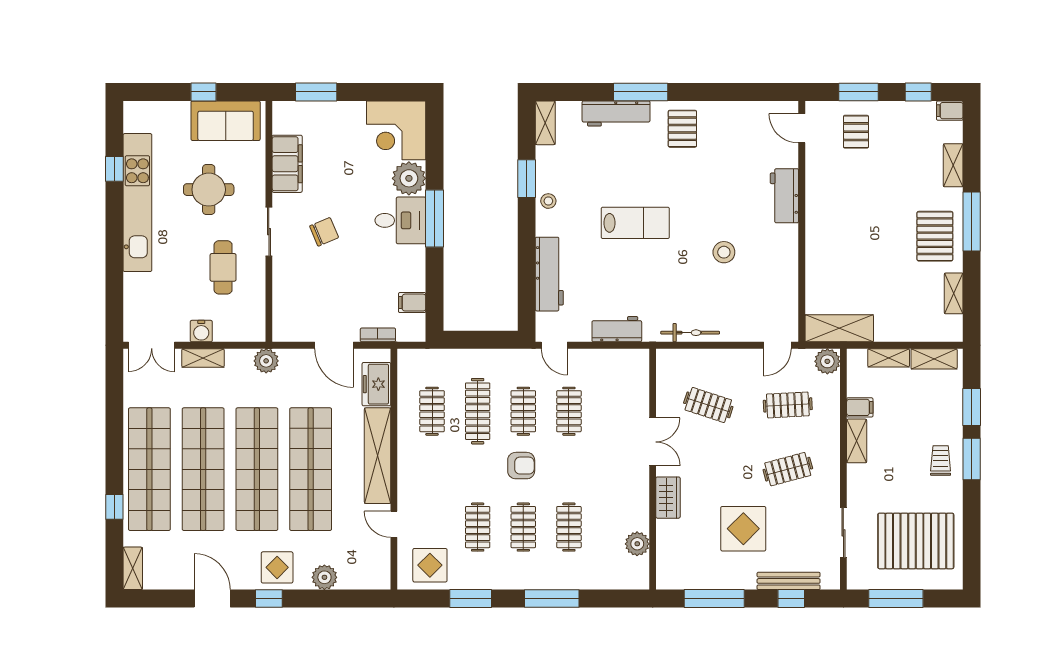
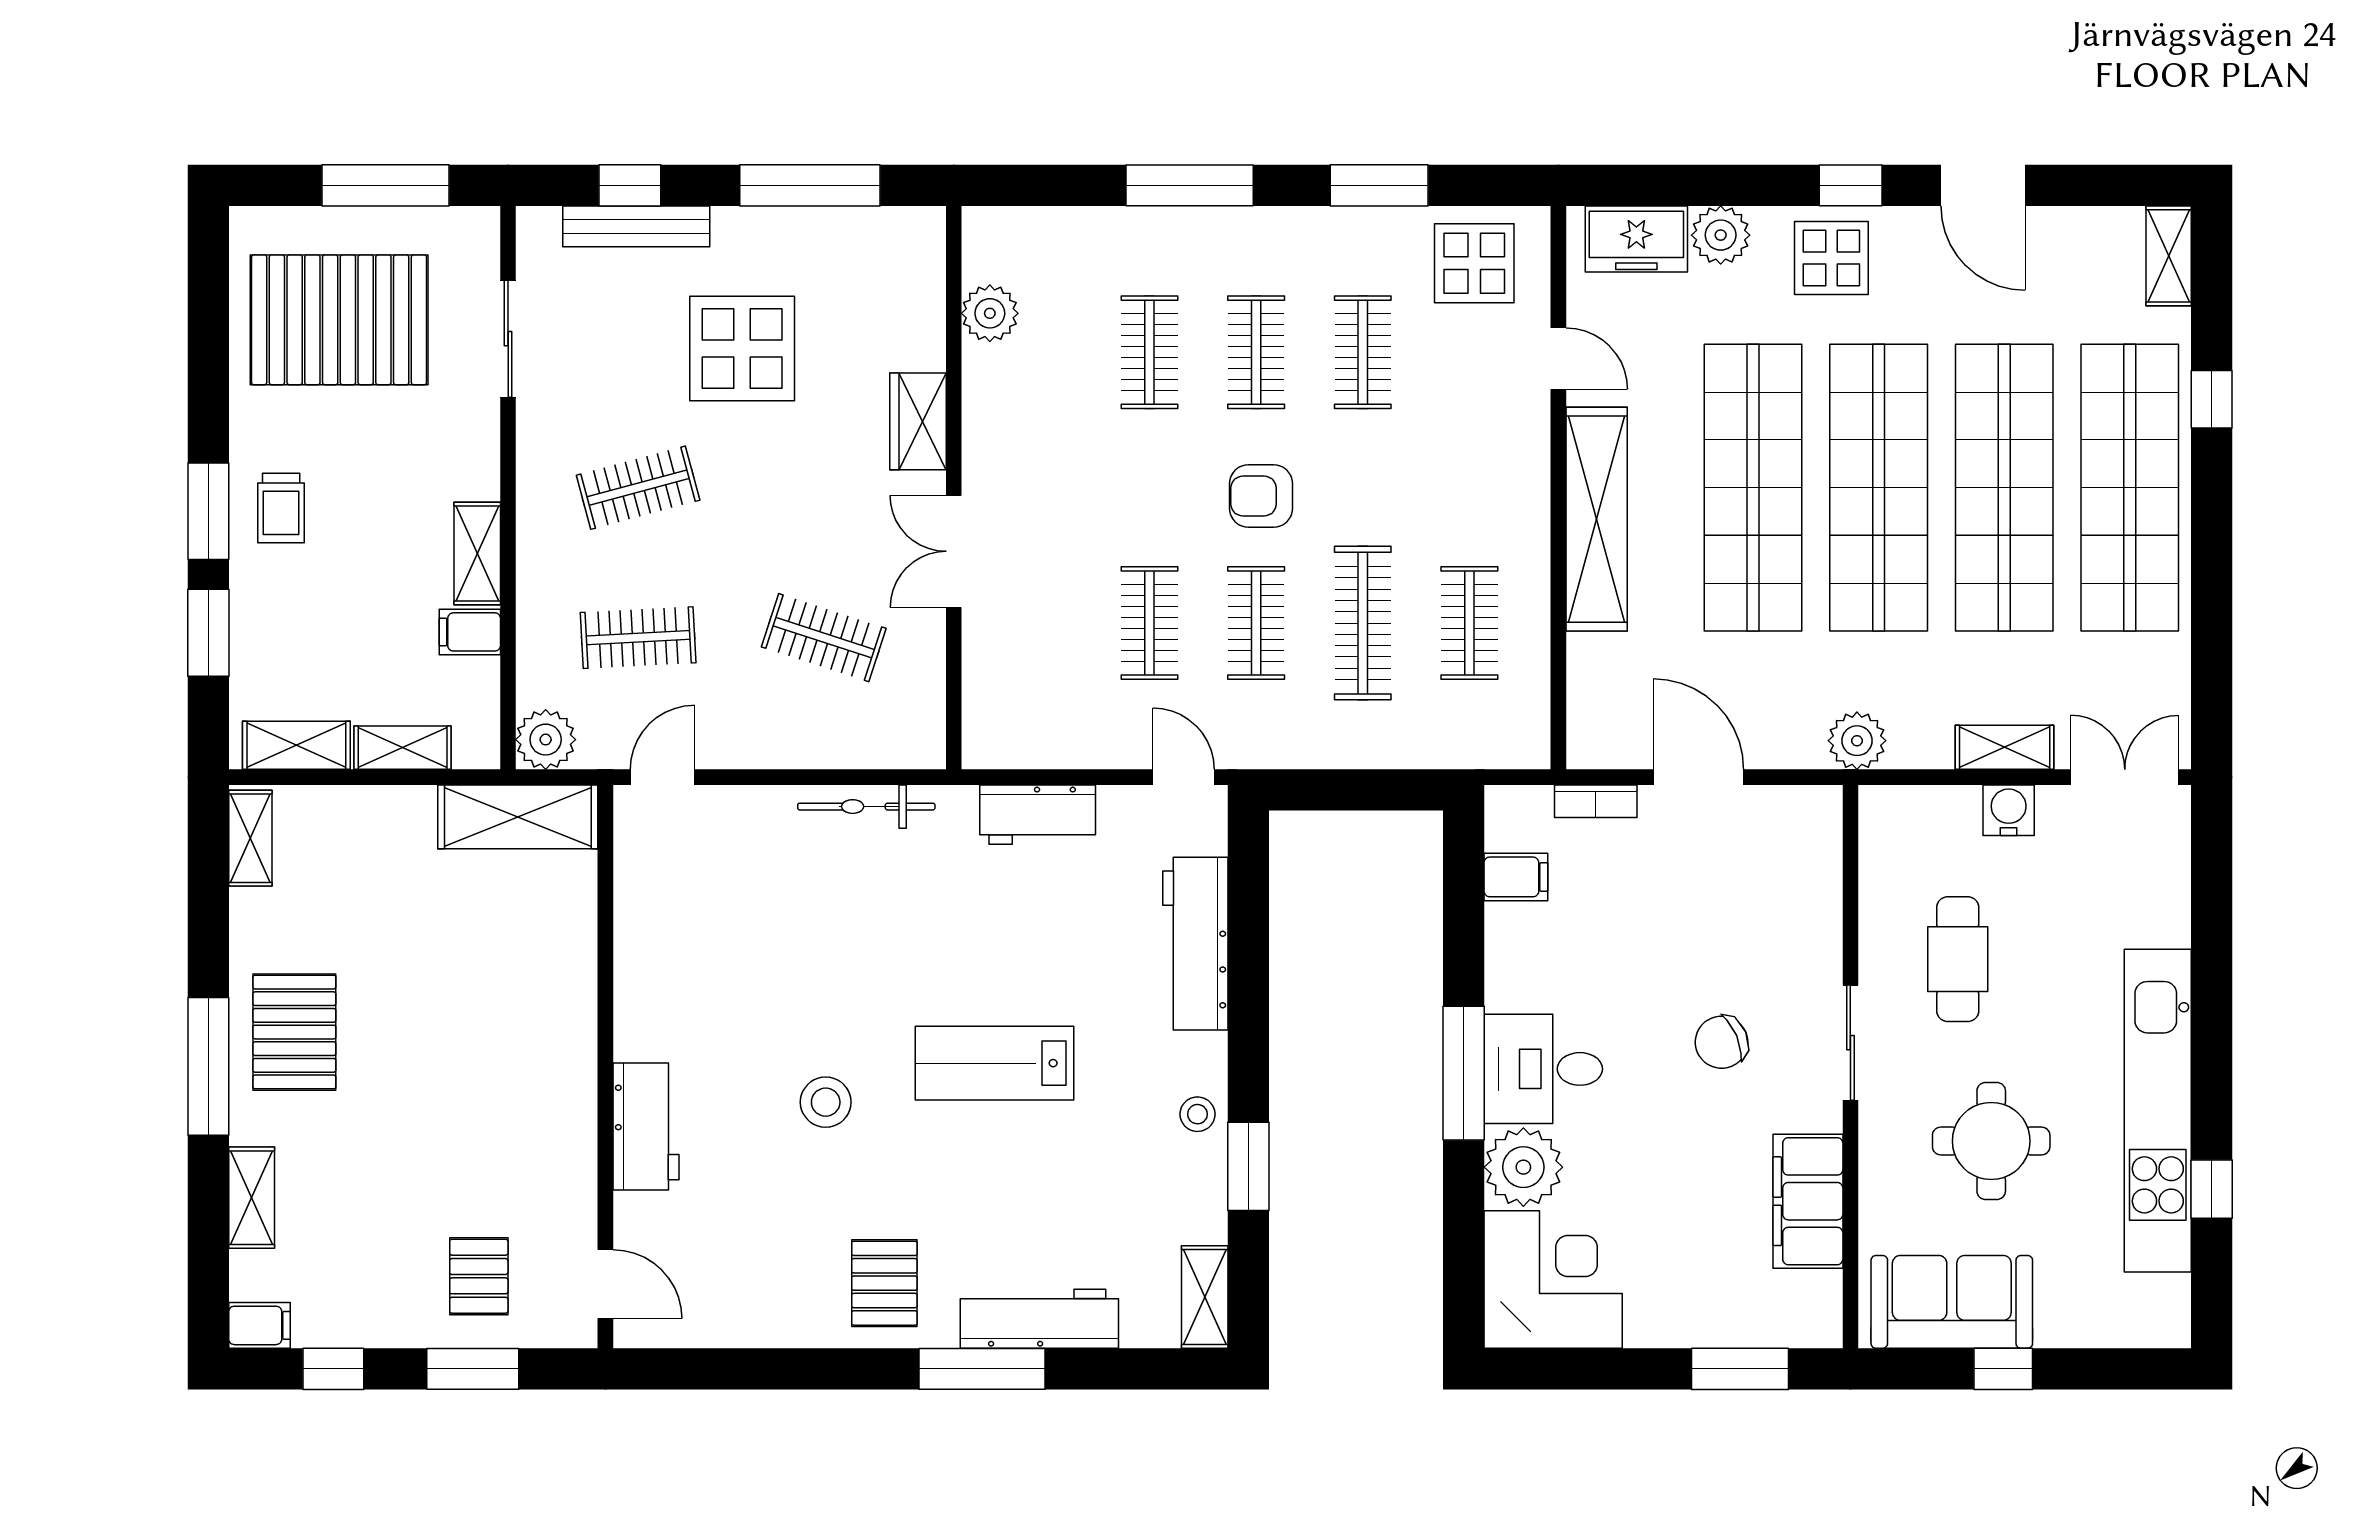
stool: (724, 252) -> (826, 1102), moved
shelving: (954, 293) -> (250, 838), moved
freezer: (376, 384) -> (1636, 239), moved, turned 90

